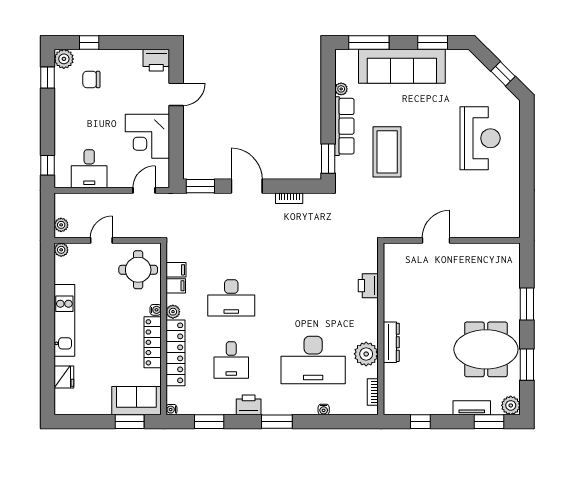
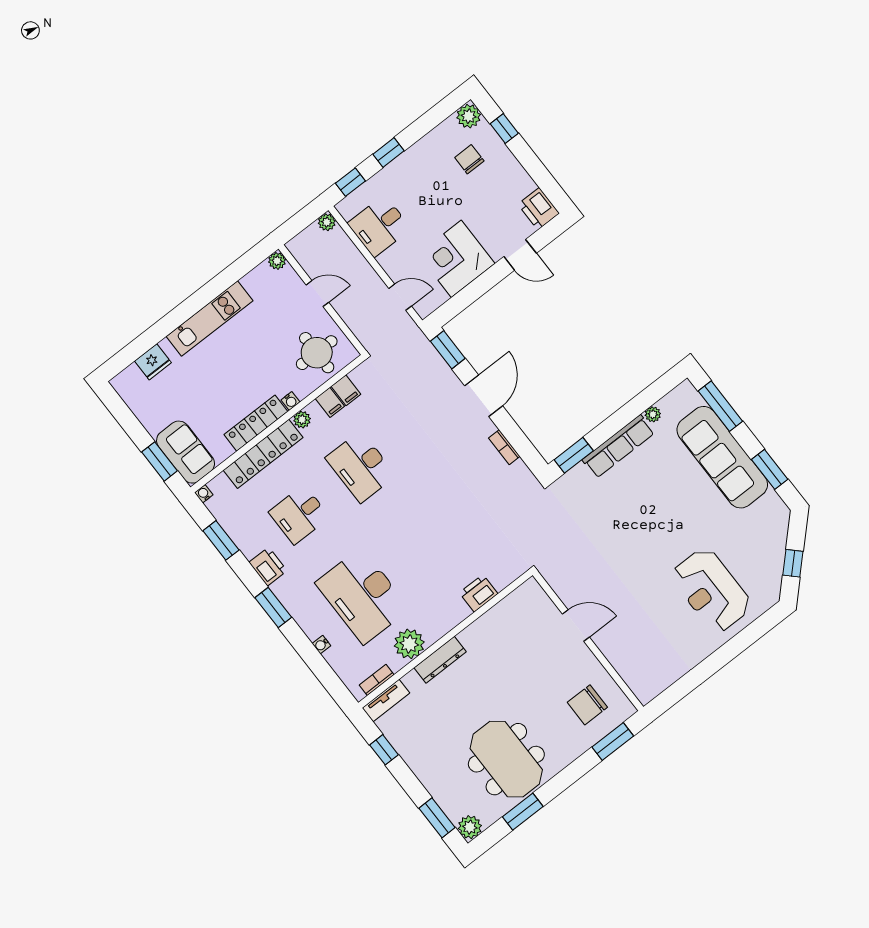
window: (48, 77) -> (388, 152), moved
reception desk: (480, 138) -> (711, 590), turned 90
coffee table: (387, 152) -> (626, 509), removed
plant: (61, 225) -> (327, 222), moved
chair: (491, 272) -> (587, 705), added
window: (527, 304) -> (613, 742), moved
tv unit: (472, 408) -> (386, 701), moved, turned 90

